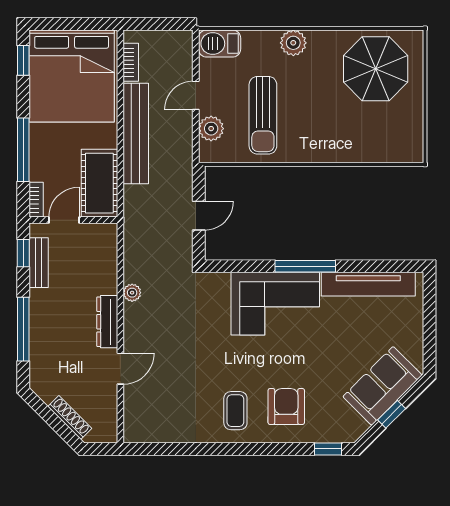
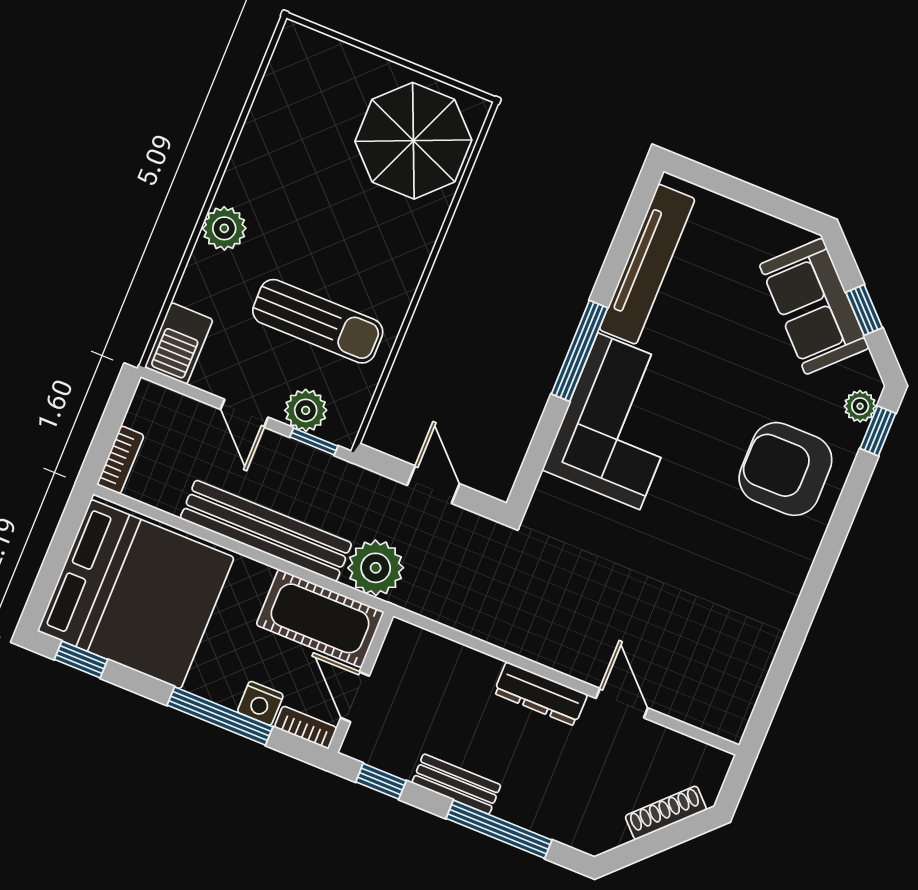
bookcase: (131, 62) -> (120, 460), moved, turned 90
parasol: (376, 69) -> (413, 141), moved
window: (196, 140) -> (314, 442), added
nightstand: (39, 169) -> (260, 703), added
bench: (39, 263) -> (456, 784), moved
plant: (132, 293) -> (376, 568), moved, width x1.87, depth x1.87
armchair: (286, 406) -> (785, 469), width x1.36, depth x1.36
coffee table: (235, 411) -> (760, 551), removed
plant: (338, 434) -> (860, 406), added

